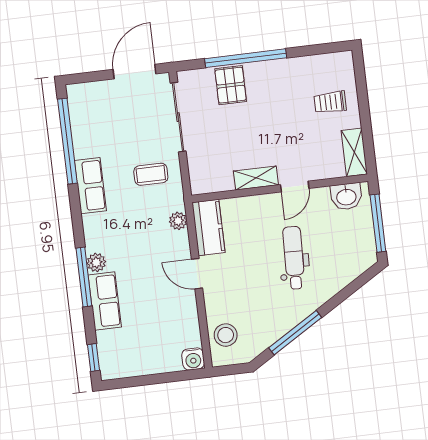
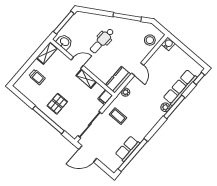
pallet: (231, 85) -> (57, 104), moved
filing cabinet: (199, 181) -> (105, 97), added
row of seats: (90, 186) -> (128, 149), moved
row of seats: (105, 301) -> (180, 88), width x1.48

